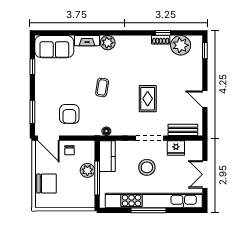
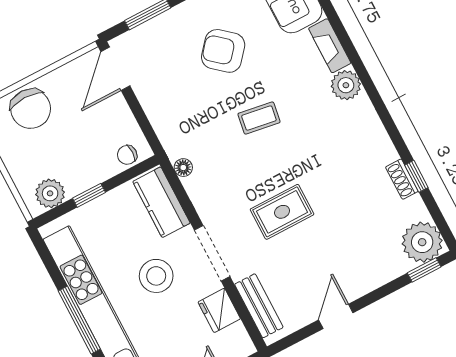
plant: (181, 45) -> (422, 242), moved
armchair: (69, 114) -> (223, 51), moved, turned 40
chair: (69, 150) -> (127, 155), moved
kitchen counter: (107, 156) -> (161, 202), moved, turned 90
plant: (87, 170) -> (50, 193), moved
window: (97, 178) -> (89, 195), width x0.46

